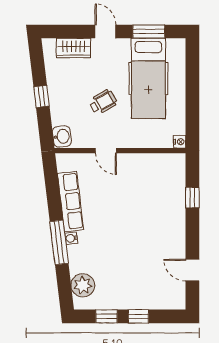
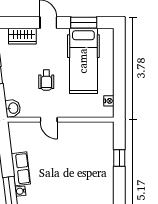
wheelchair: (103, 102) -> (46, 80), turned 120
nightstand: (180, 142) -> (109, 101), moved
row of seats: (70, 201) -> (21, 169), width x0.68

